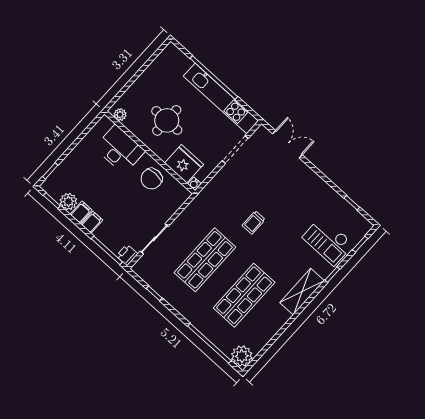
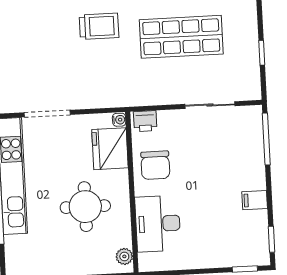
chair: (152, 179) -> (155, 165), turned 90
plant: (68, 201) -> (257, 222), removed
filing cabinet: (92, 222) -> (254, 180), removed
trolley: (254, 222) -> (99, 26), width x1.36, depth x1.39
printer: (127, 255) -> (145, 121), moved

